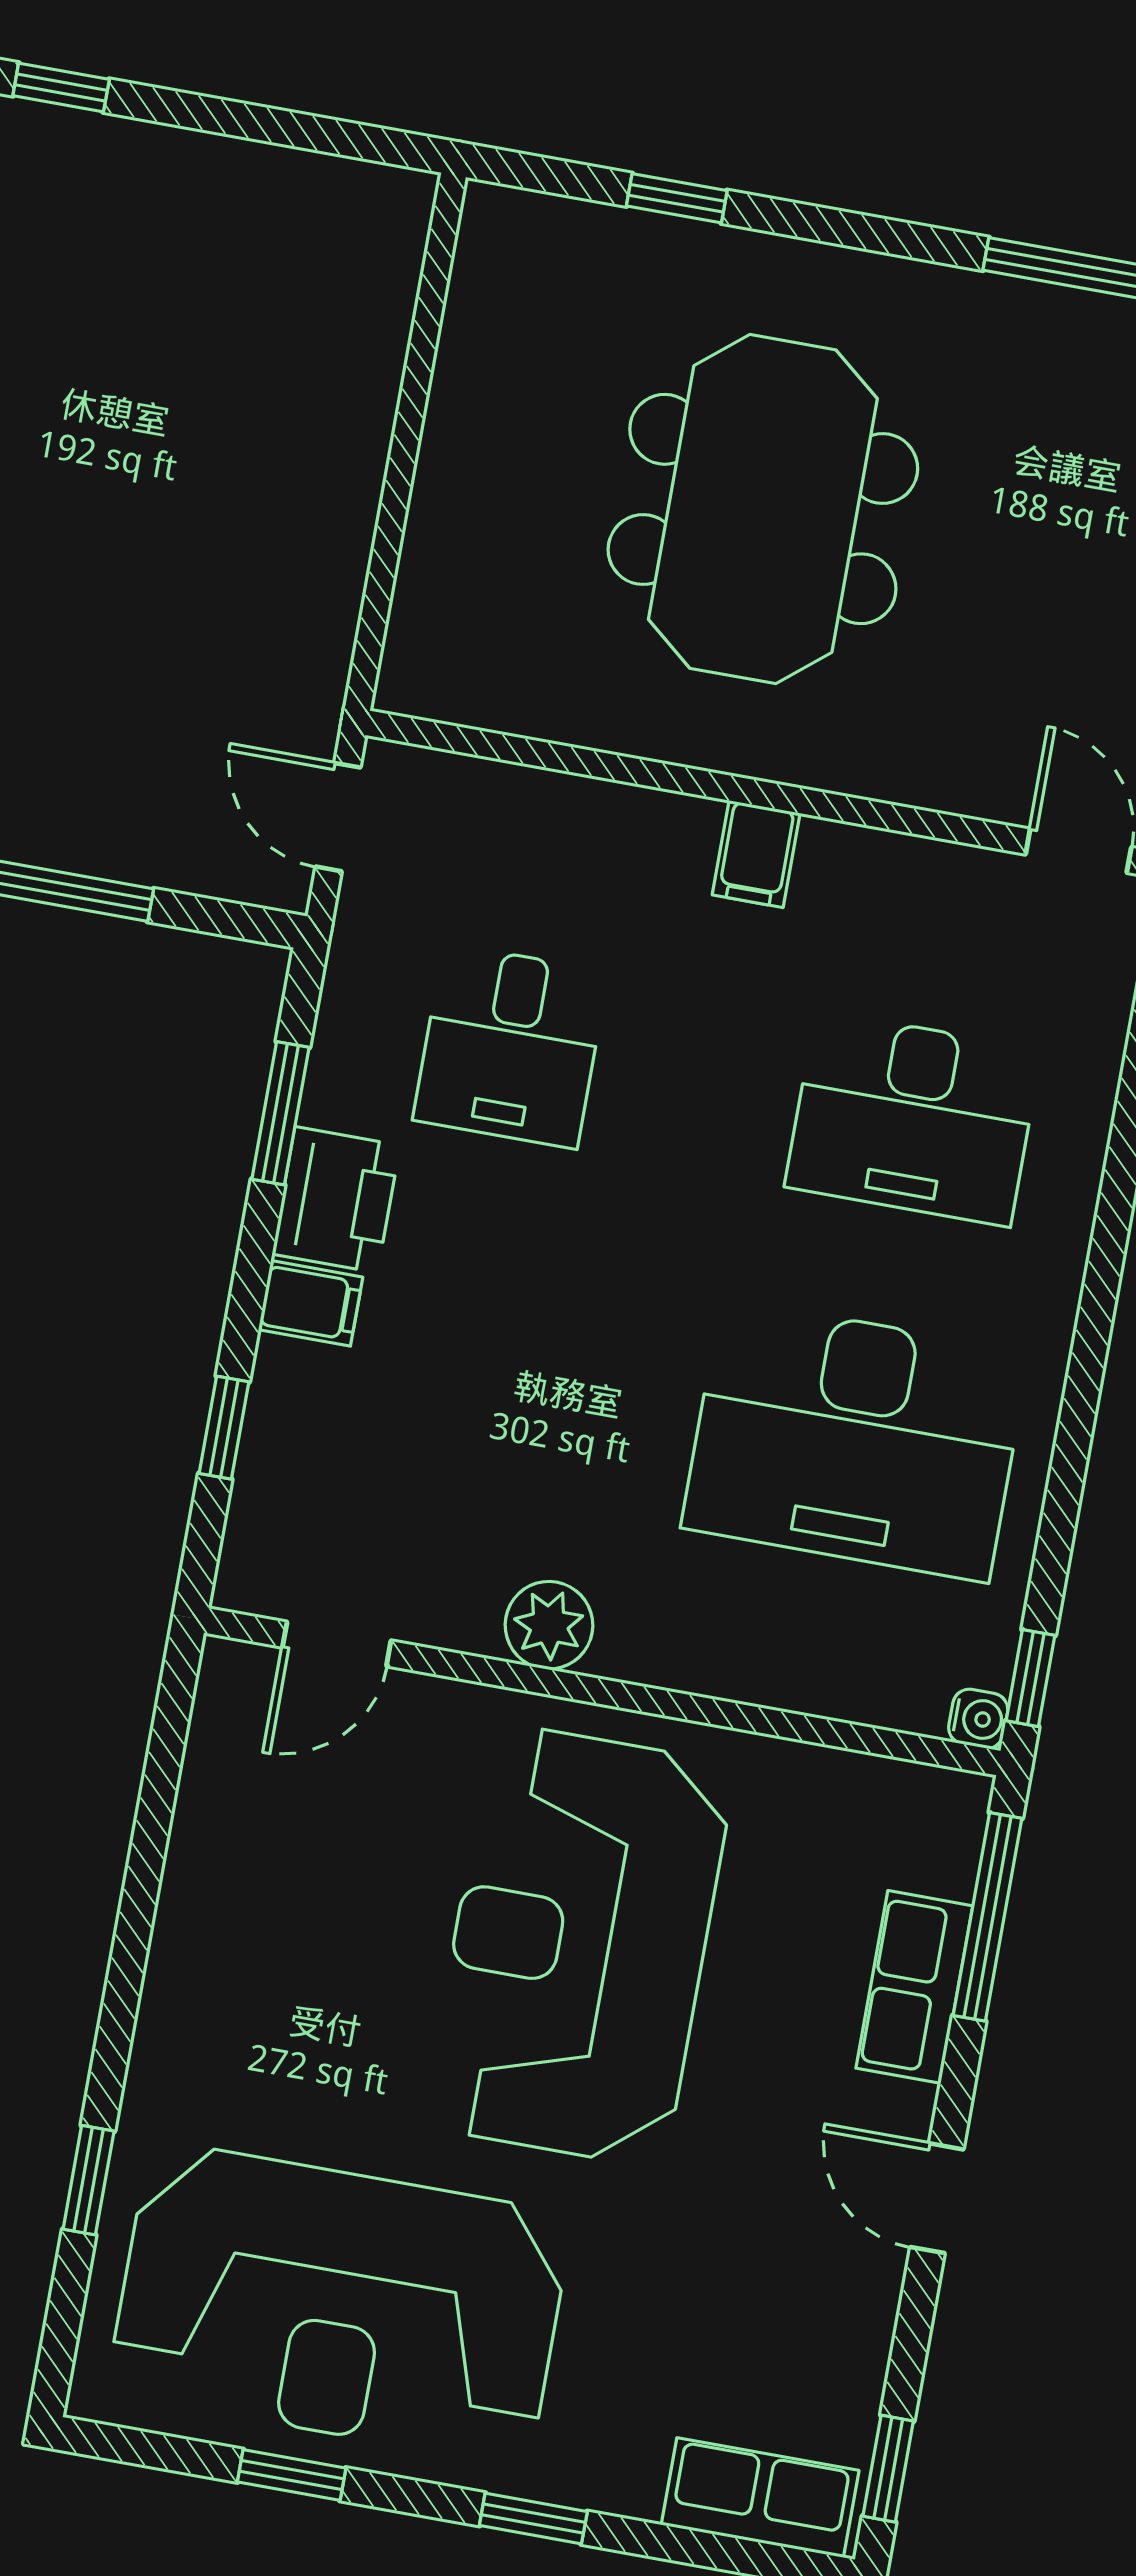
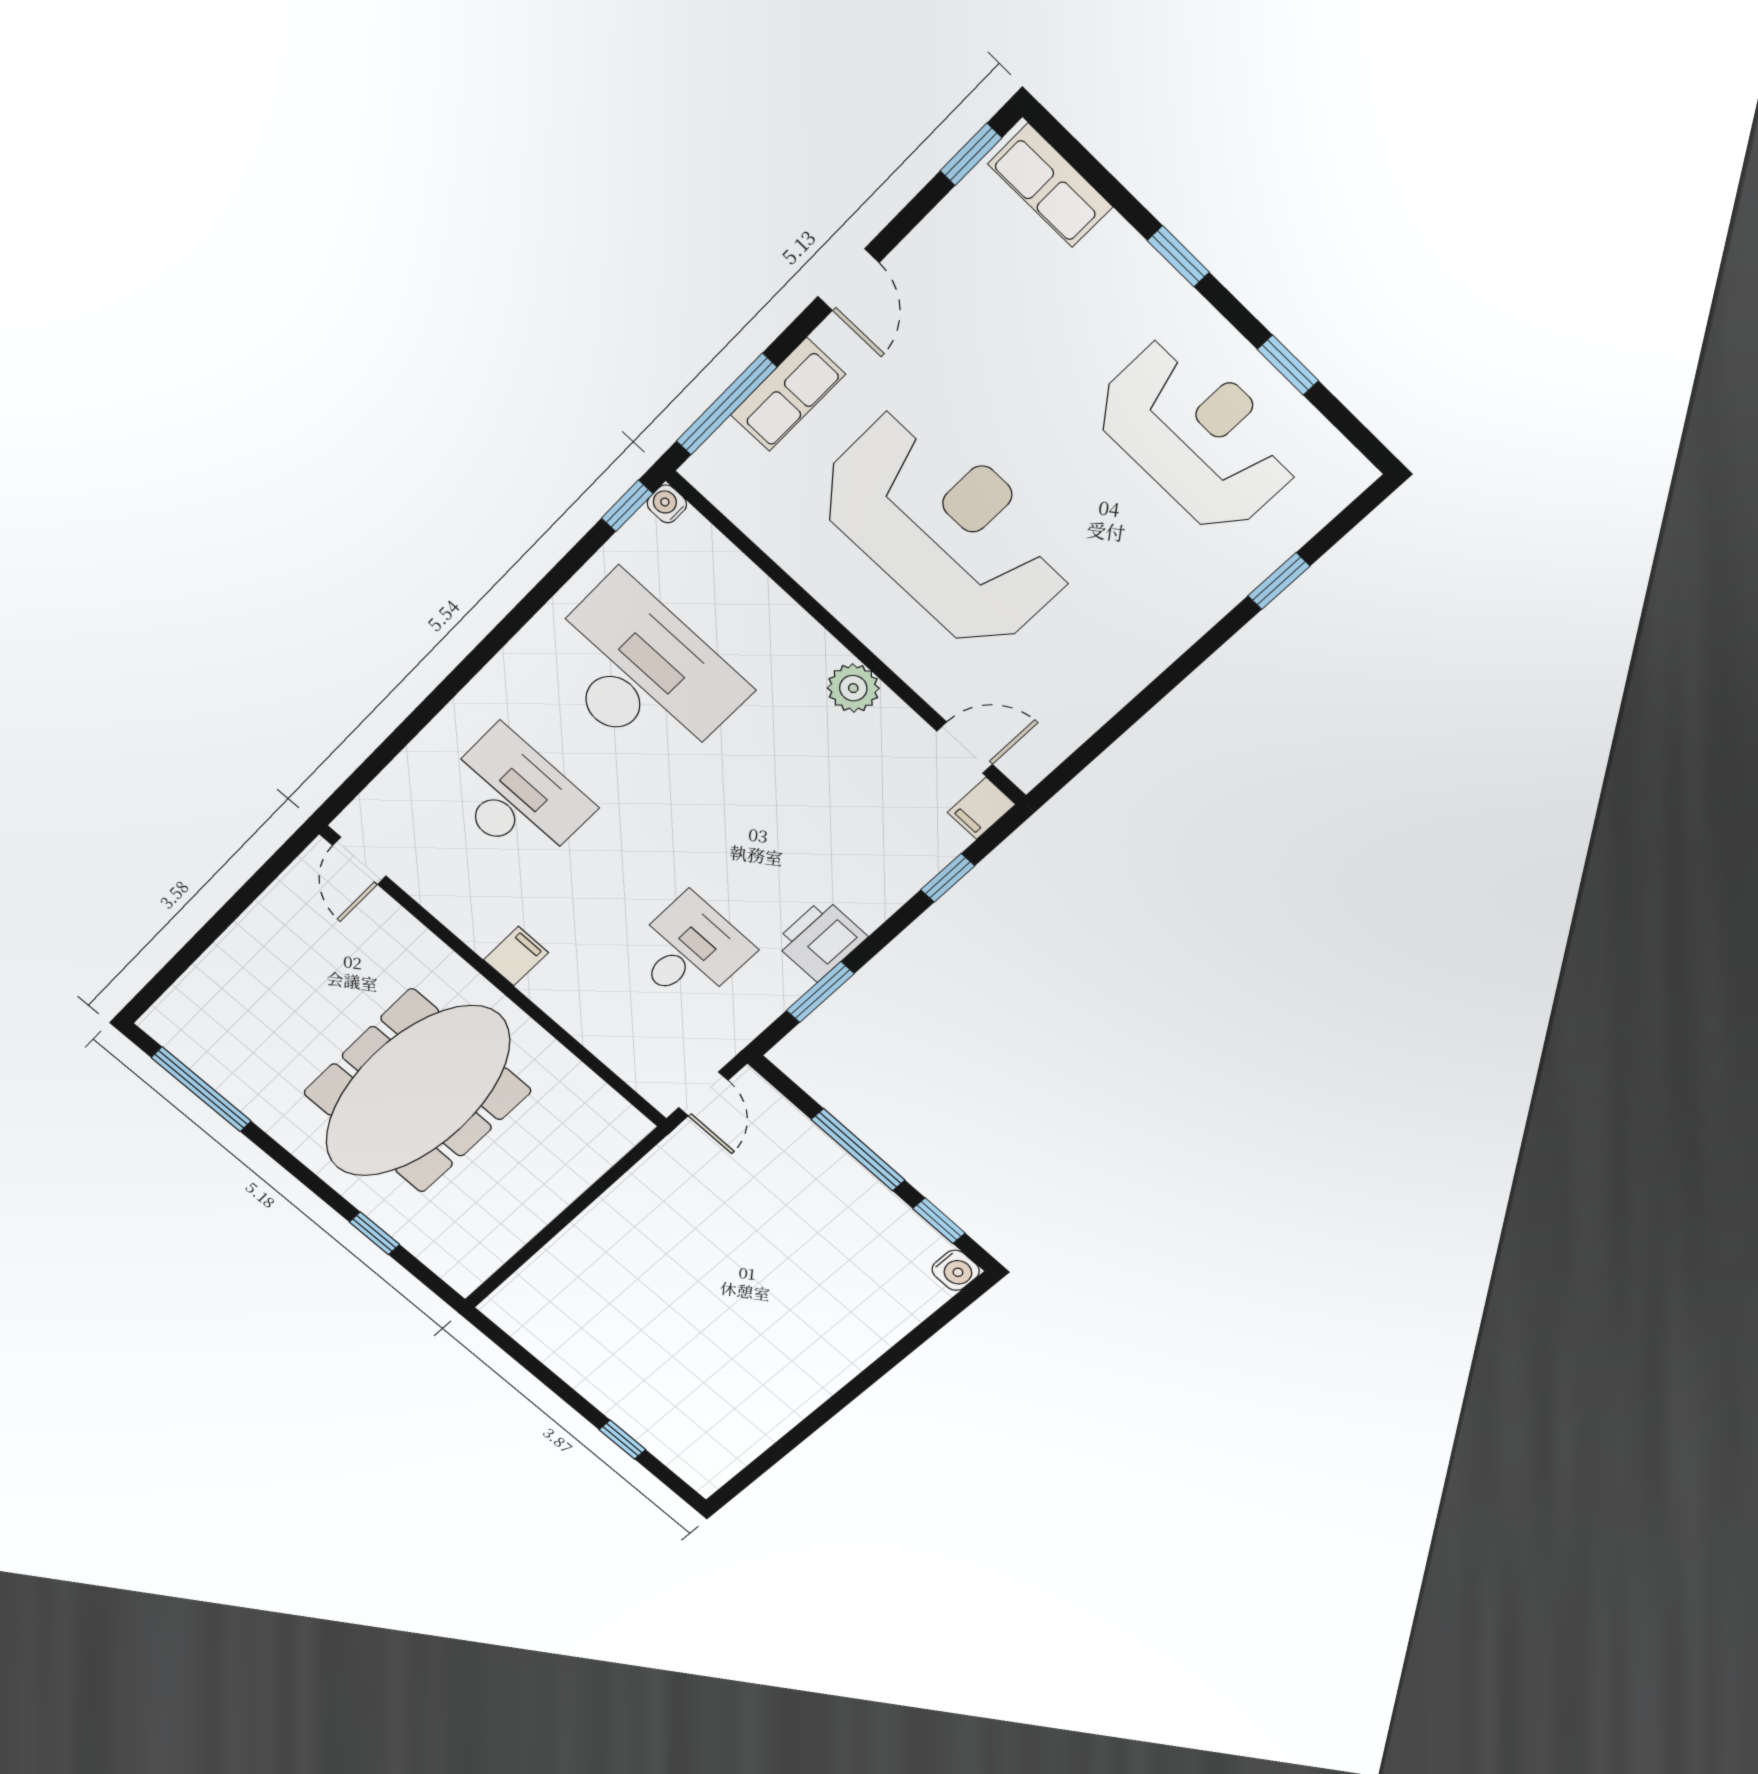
meeting table: (763, 509) -> (417, 1092), width x1.36
filing cabinet: (311, 1303) -> (981, 808), moved, turned -90
reception desk: (579, 1945) -> (946, 529), turned -90
reception desk: (340, 2303) -> (1197, 435), width x0.74, depth x0.77

